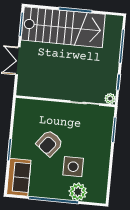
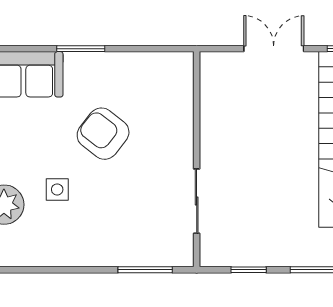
plant: (110, 99) -> (211, 255), removed
side table: (73, 167) -> (57, 189), width x0.54, depth x0.54

